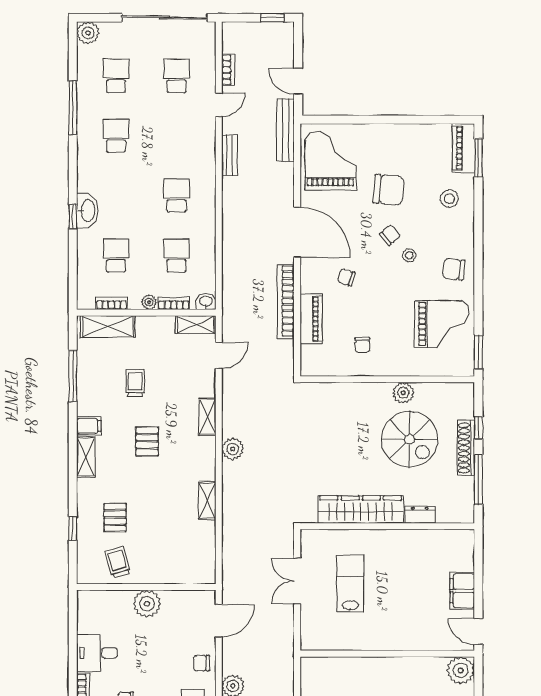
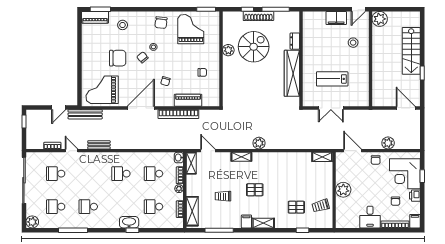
chair: (389, 190) -> (118, 58), turned 85
shelving: (207, 501) -> (322, 157), moved
stool: (417, 622) -> (353, 43), added

